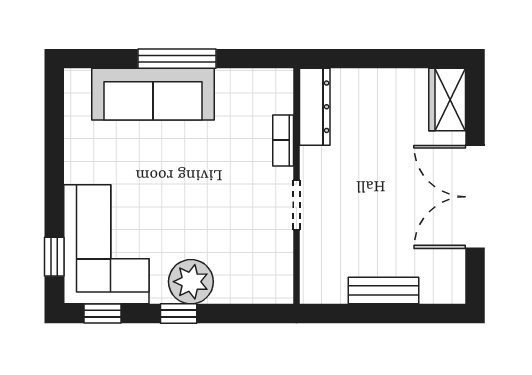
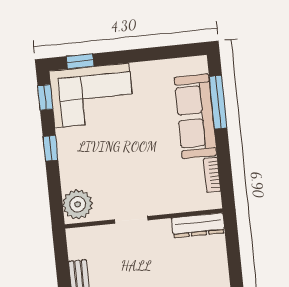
window: (177, 59) -> (218, 102), moved
bookcase: (283, 140) -> (212, 175), moved, turned -90
plant: (191, 282) -> (78, 204), moved

